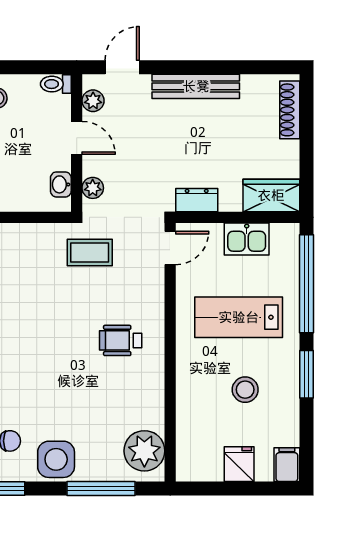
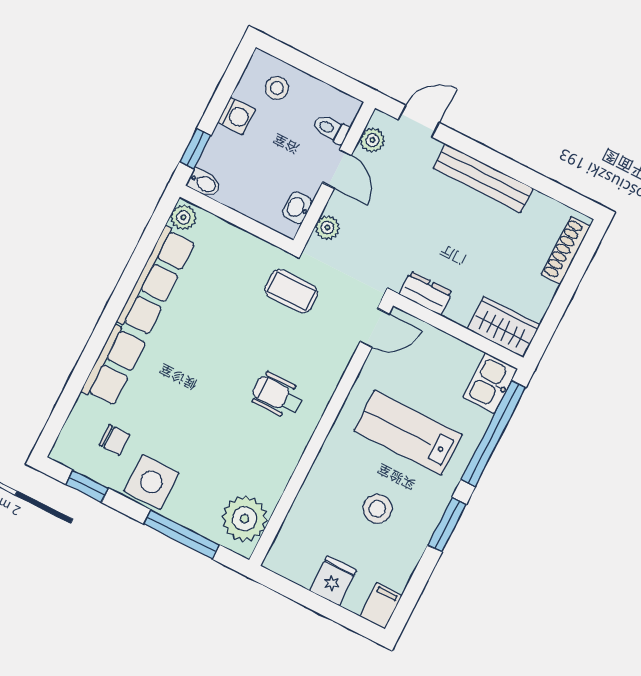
toilet: (56, 84) -> (331, 129), moved
kitchen sink: (247, 239) -> (490, 383), moved, turned 90

